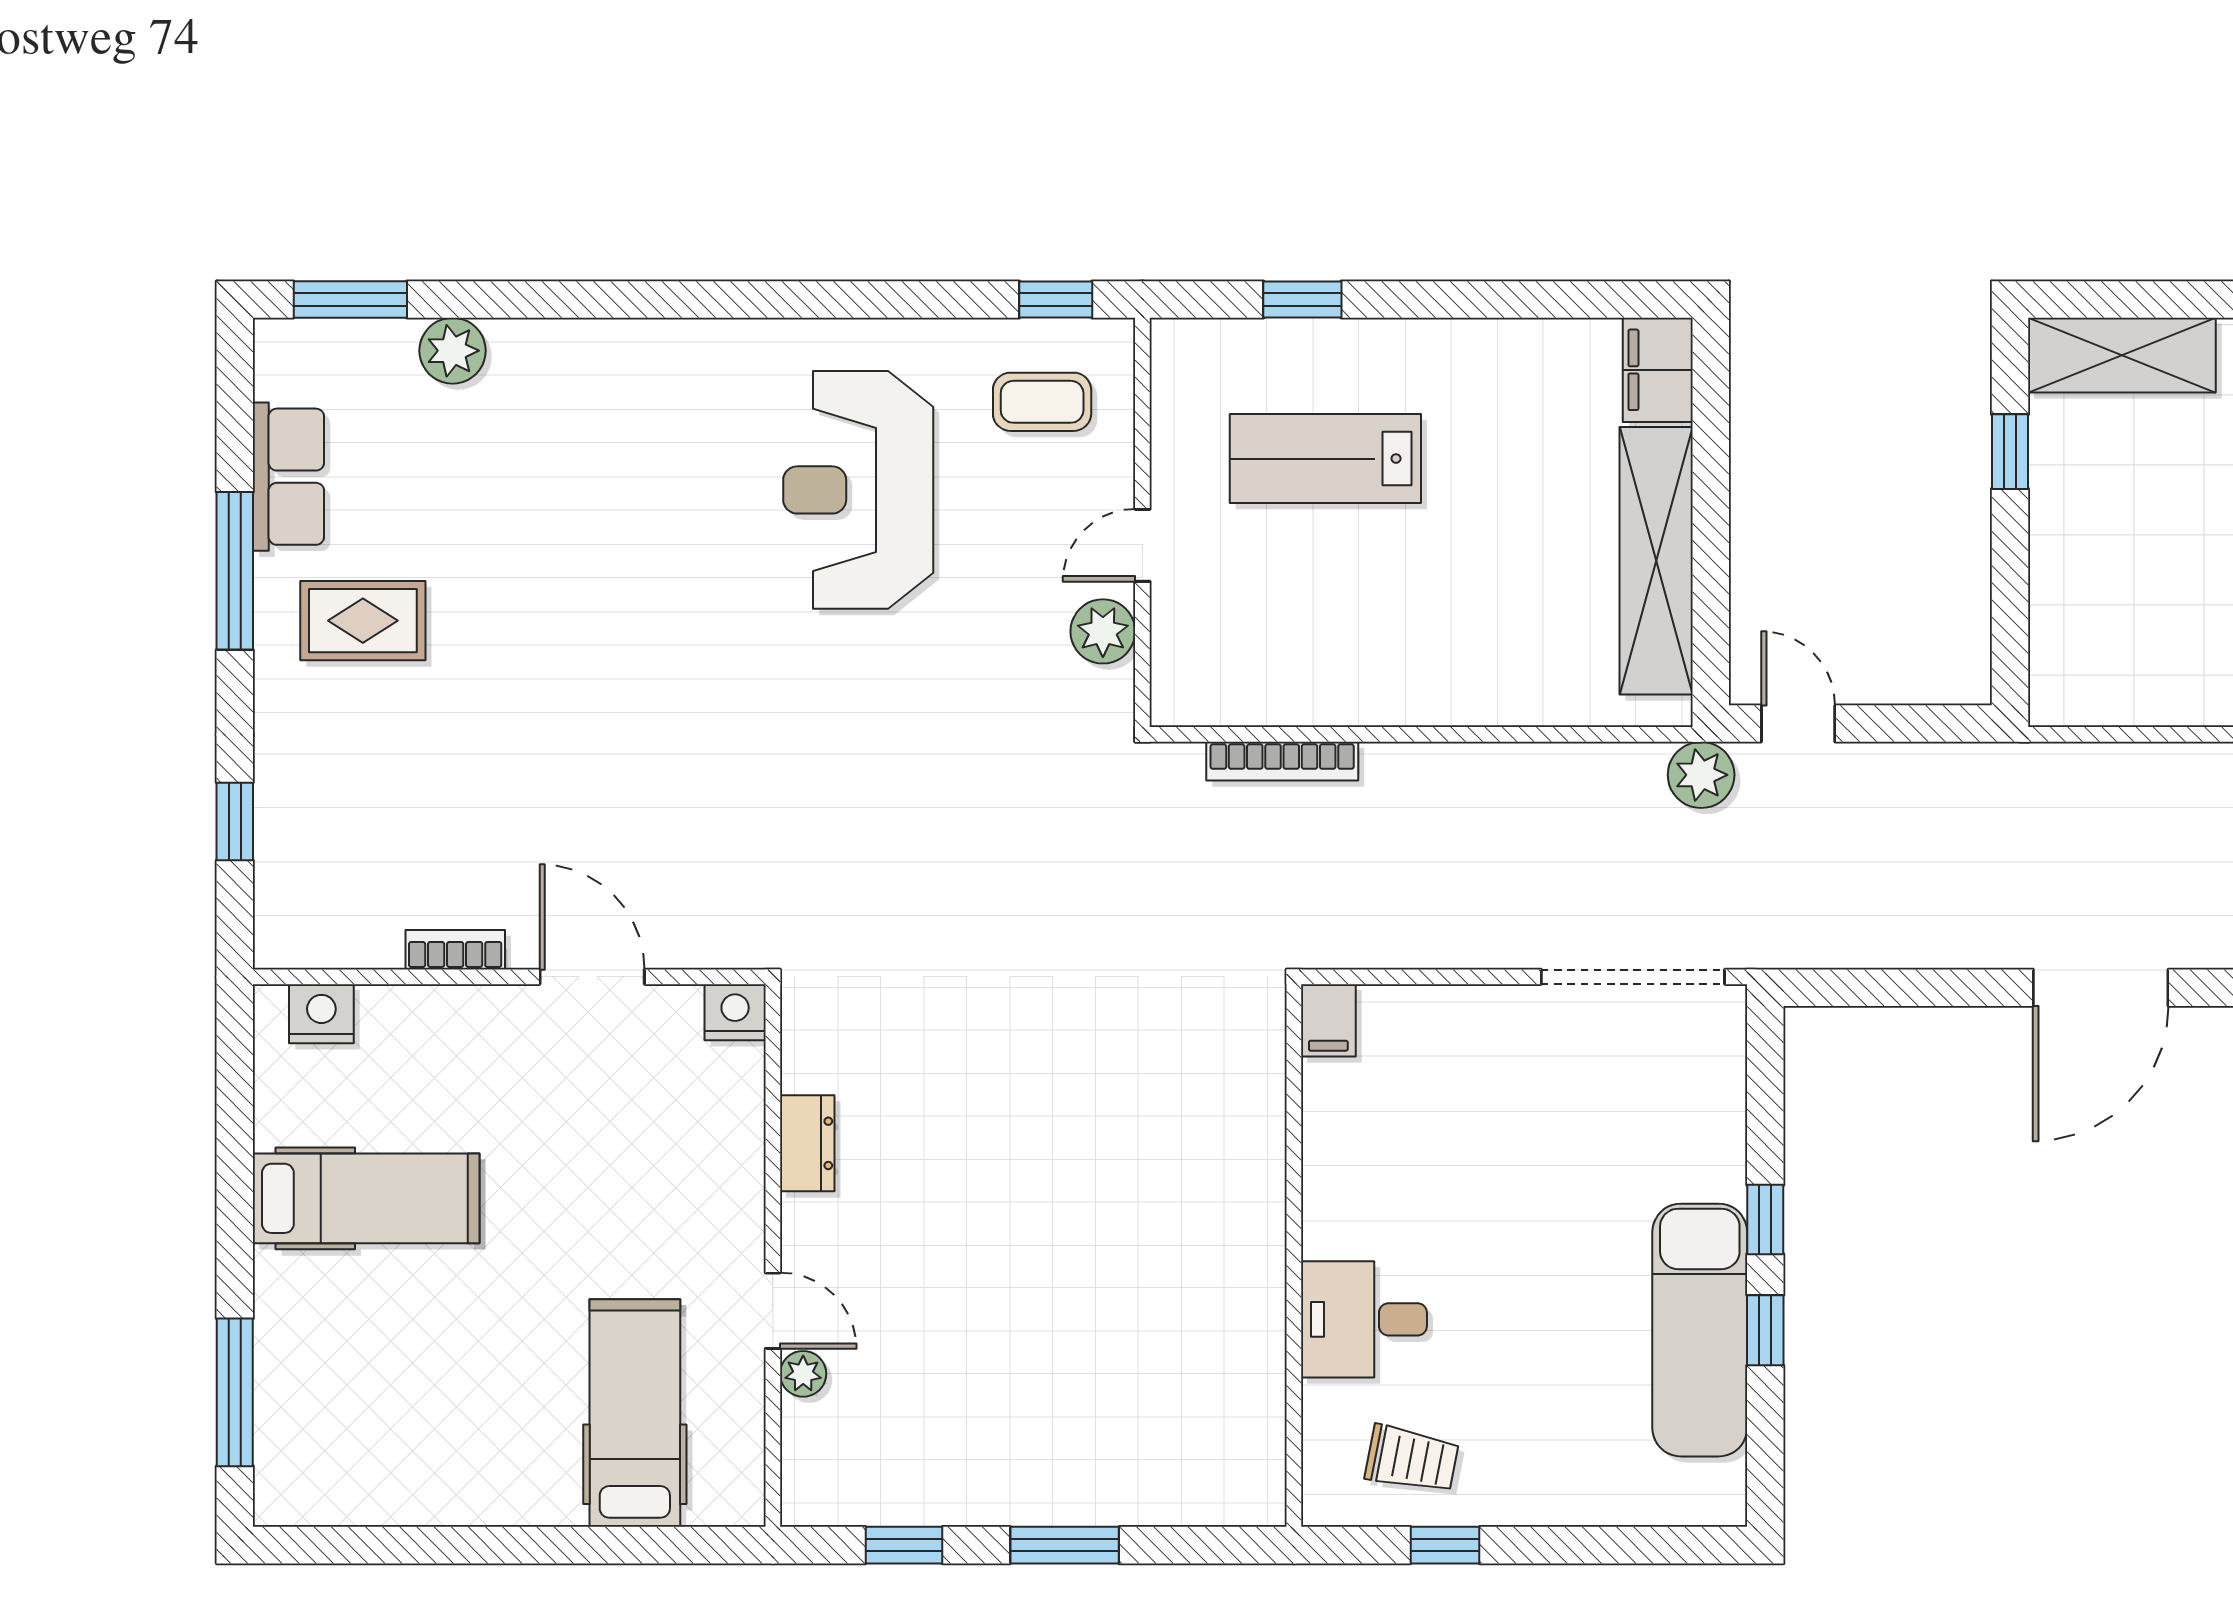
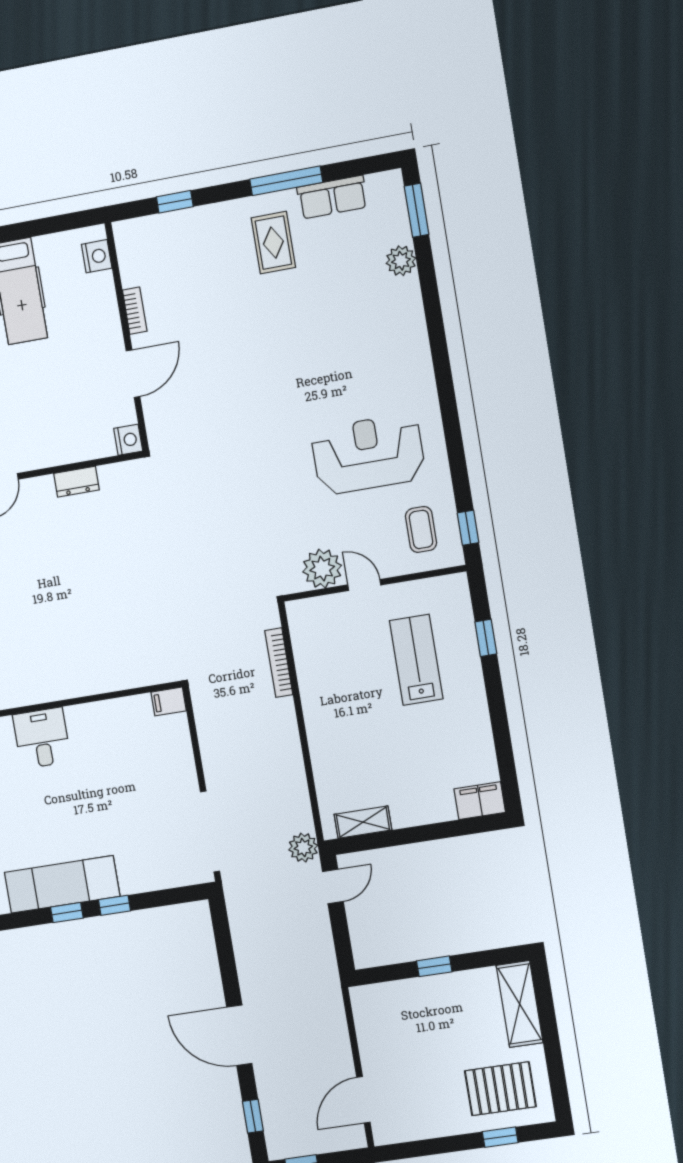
window: (2010, 452) -> (434, 966), moved
shelving: (1656, 561) -> (363, 822), width x0.45, depth x0.75
plant: (1103, 631) -> (322, 569), width x1.36, depth x1.36

